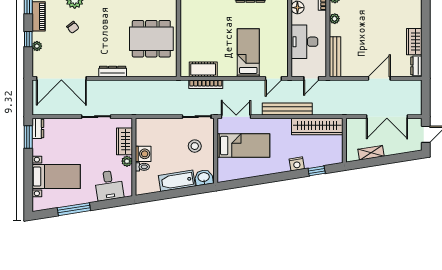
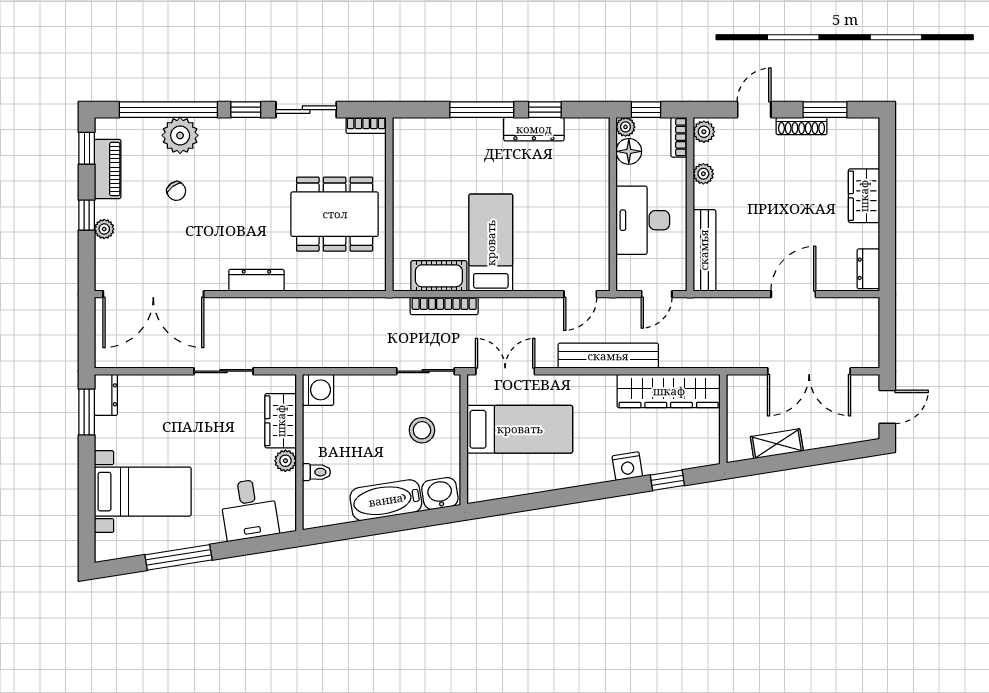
wardrobe: (414, 42) -> (864, 196), moved
bed: (248, 53) -> (491, 243), moved
washing machine: (143, 154) -> (318, 390), moved

